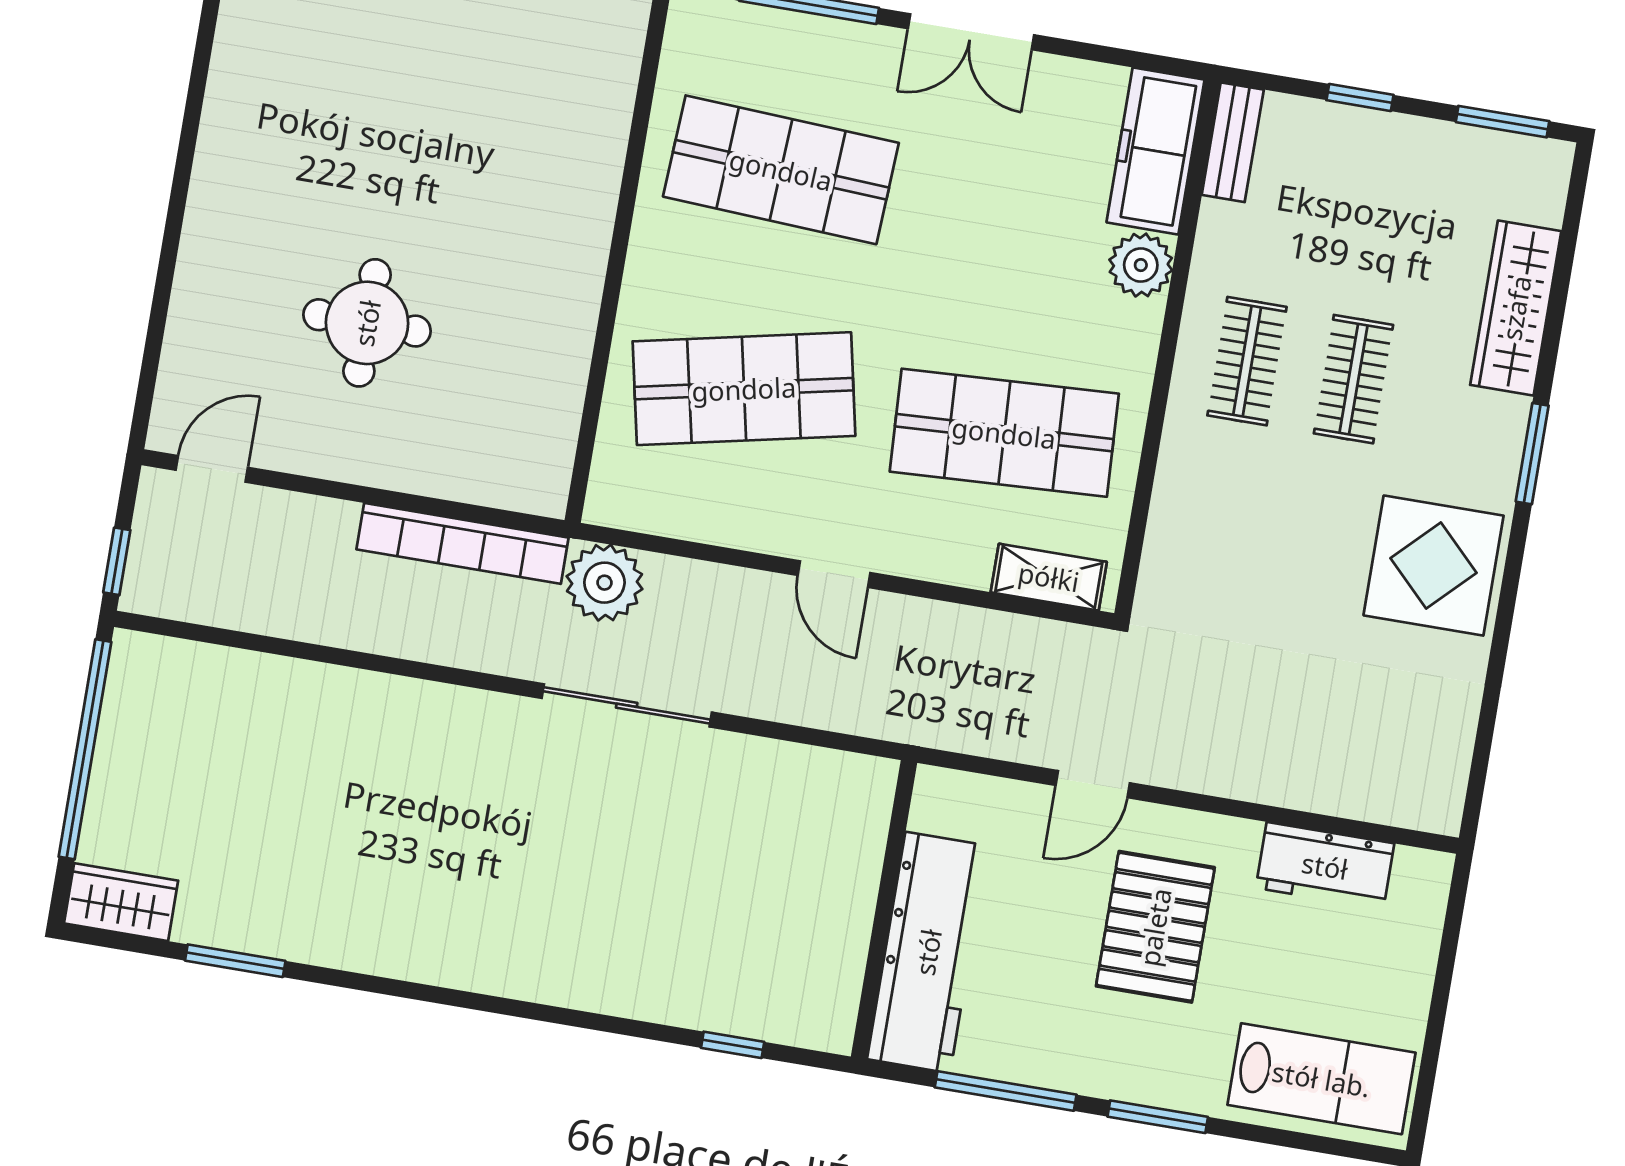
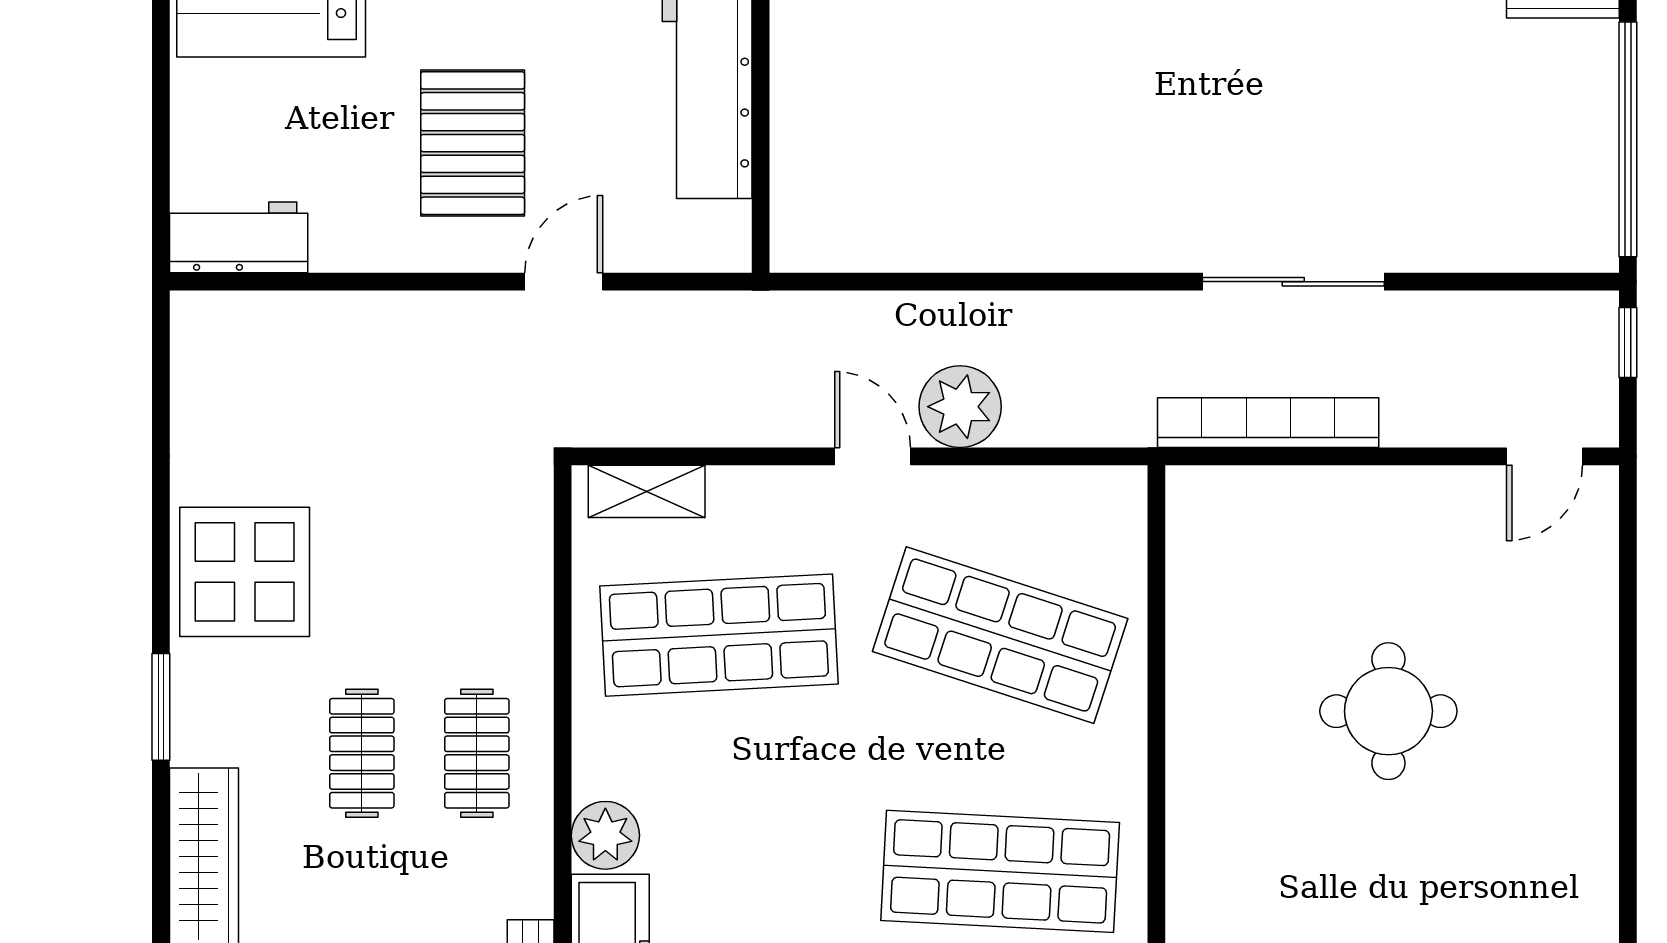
round table: (367, 323) -> (1388, 711), moved
shop shelf: (744, 389) -> (1000, 635), turned 30
plant: (604, 583) -> (960, 407), moved
sliding door: (627, 705) -> (1293, 282), moved
workbench: (1325, 866) -> (239, 237), moved

